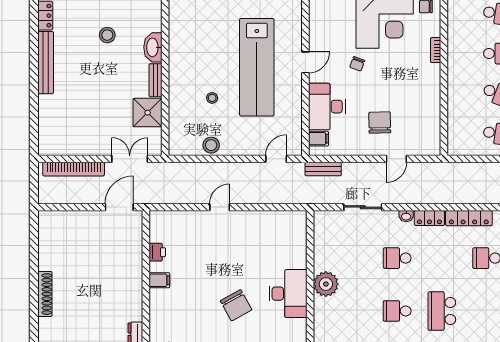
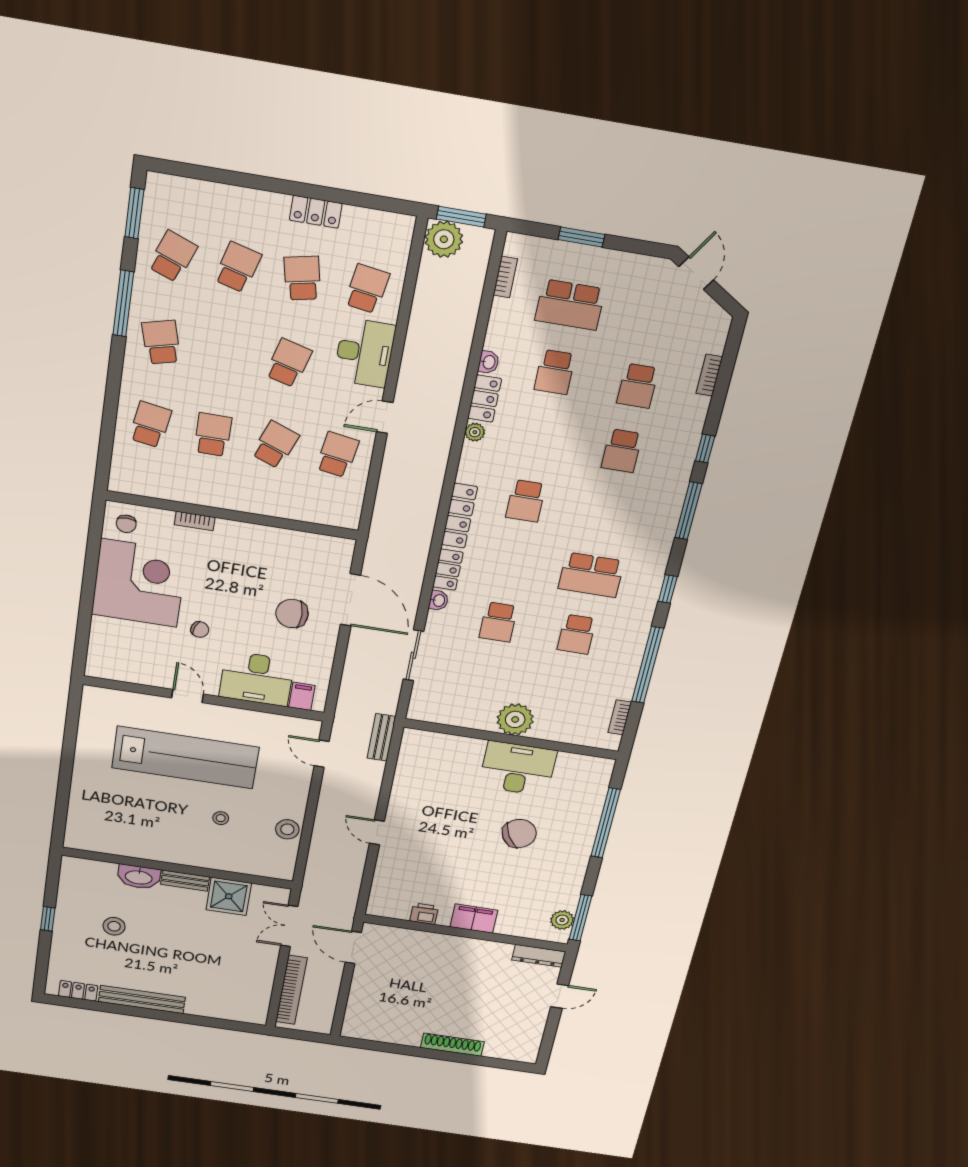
door: (396, 159) -> (350, 600), width x1.87
bench: (323, 169) -> (381, 737), moved
filing cabinet: (159, 280) -> (474, 919), width x2.00

